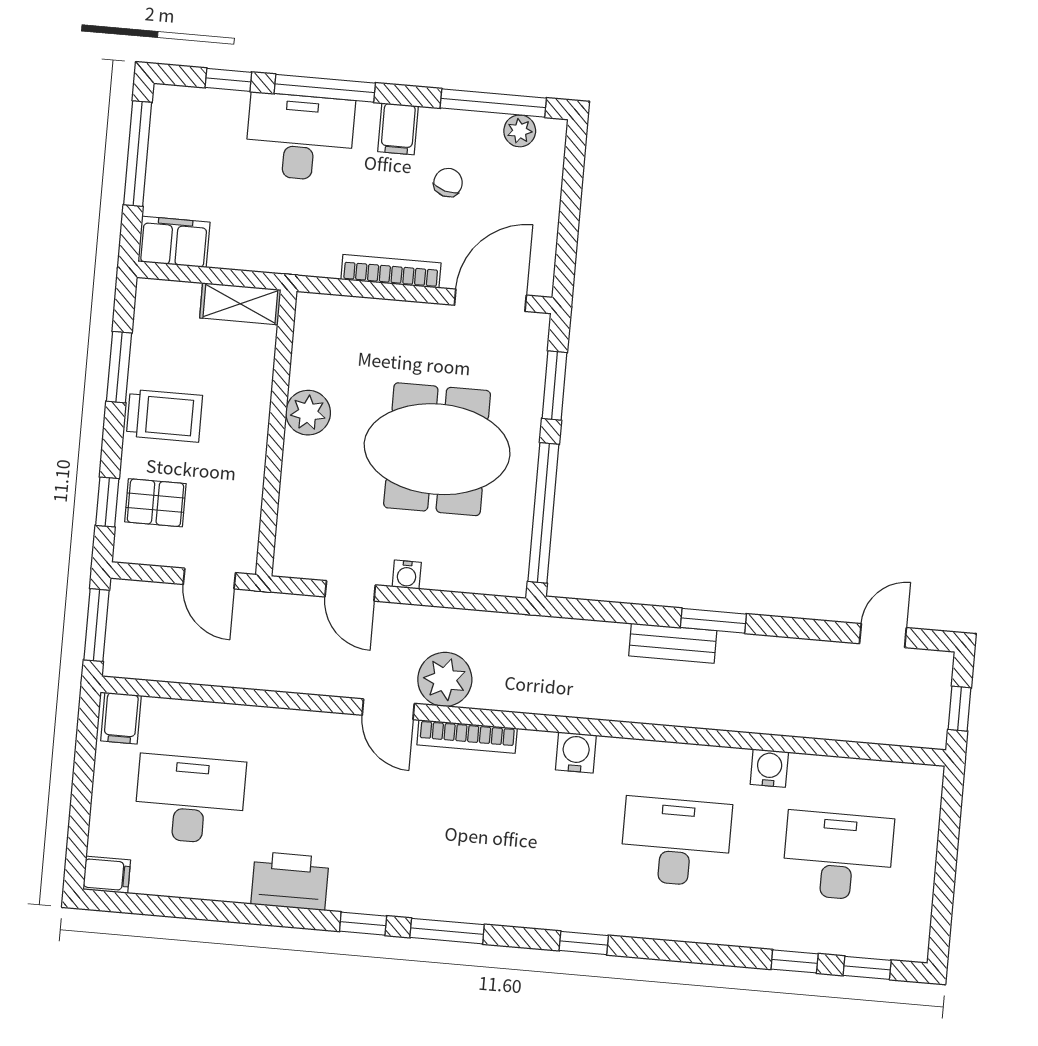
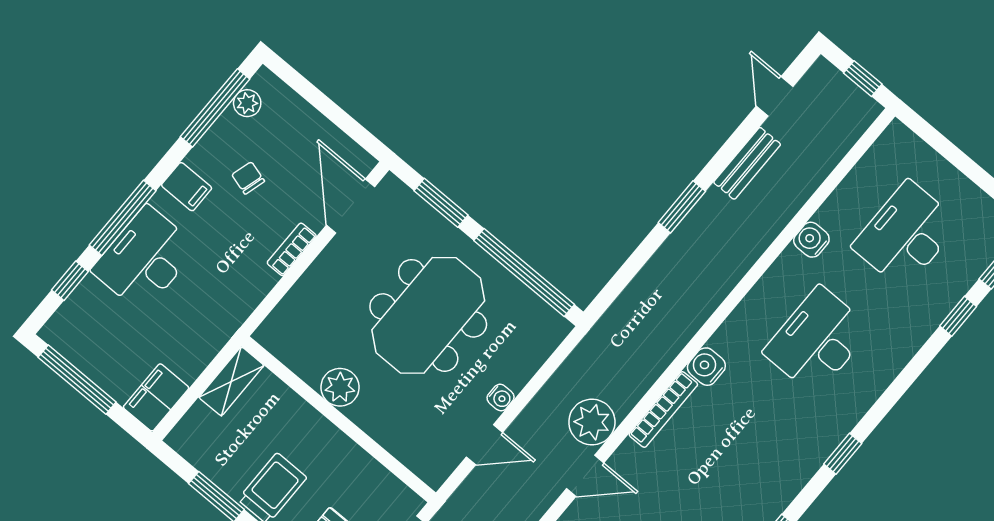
bookcase: (391, 271) -> (292, 249), width x0.64
bench: (673, 643) -> (747, 163), moved
bookcase: (467, 737) -> (663, 409), moved

